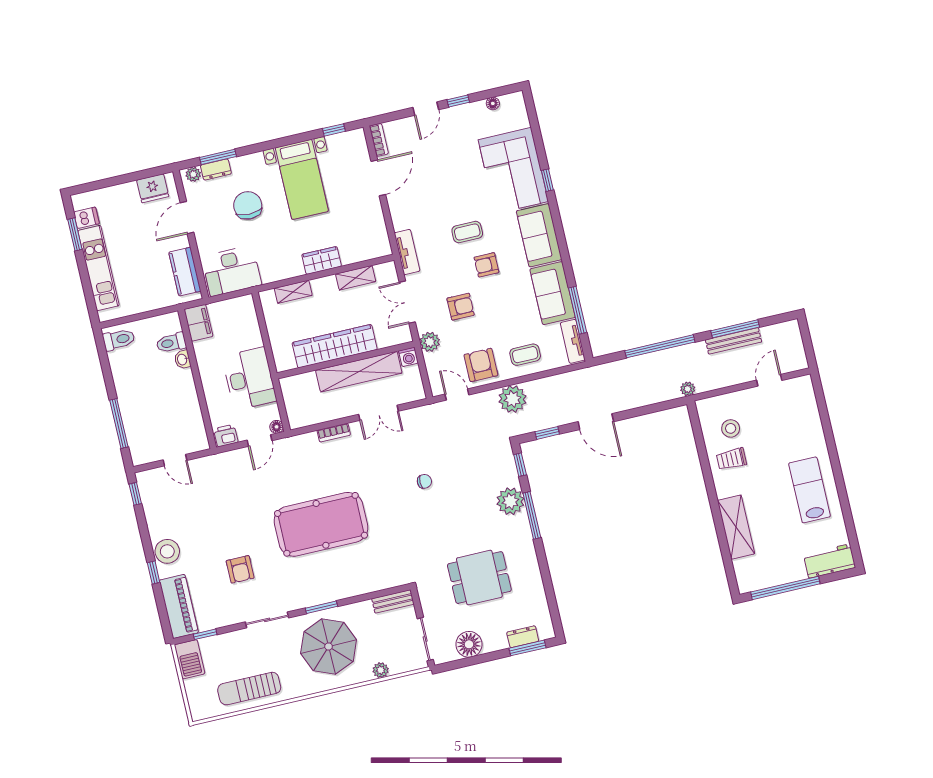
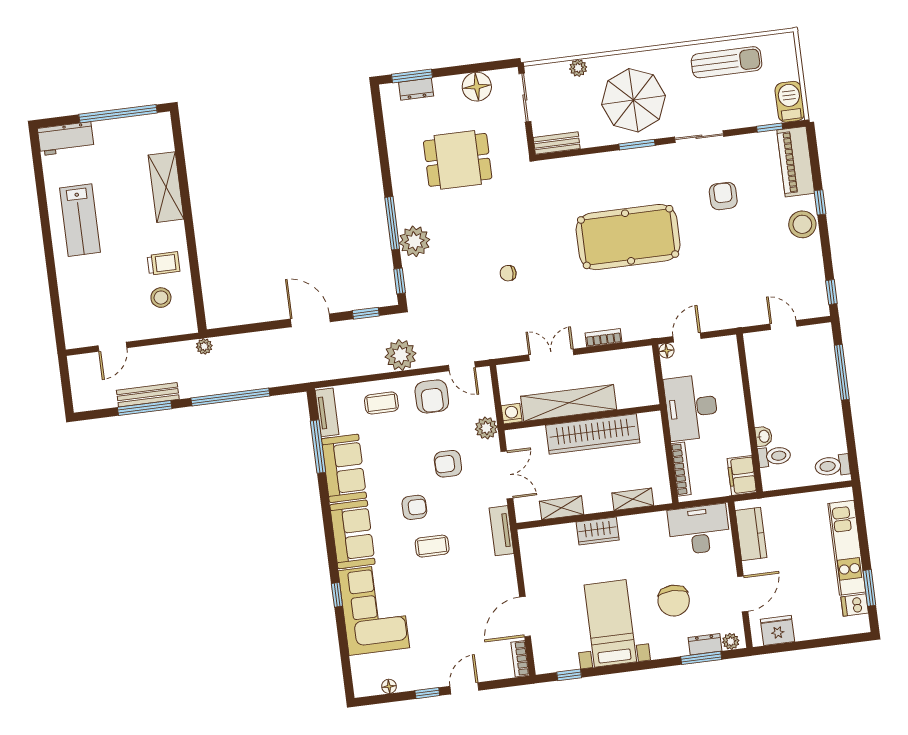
bookcase: (253, 323) -> (681, 469), added
printer: (226, 436) -> (724, 347), removed

